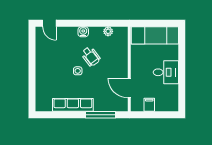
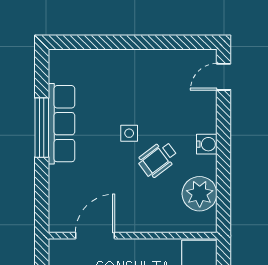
plant: (108, 31) -> (200, 194), width x1.88, depth x1.88
window: (101, 115) -> (42, 128), moved

